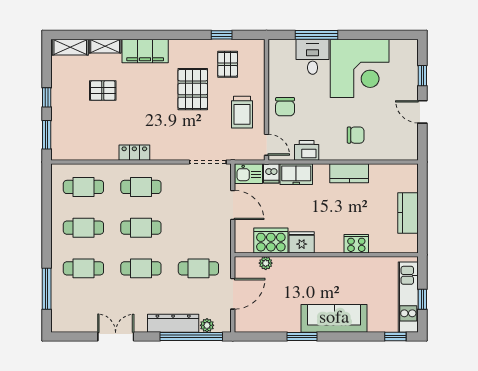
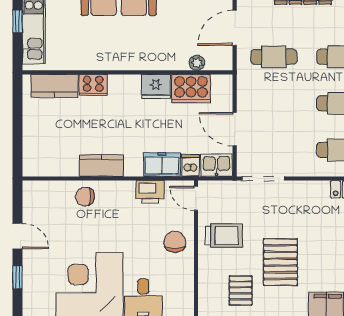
trolley: (242, 112) -> (224, 236), turned 90
chair: (356, 135) -> (85, 197), moved
kitchen counter: (408, 213) -> (54, 86), moved, turned 90

